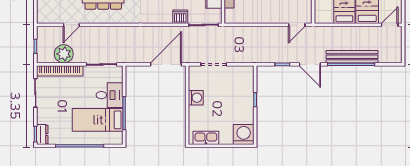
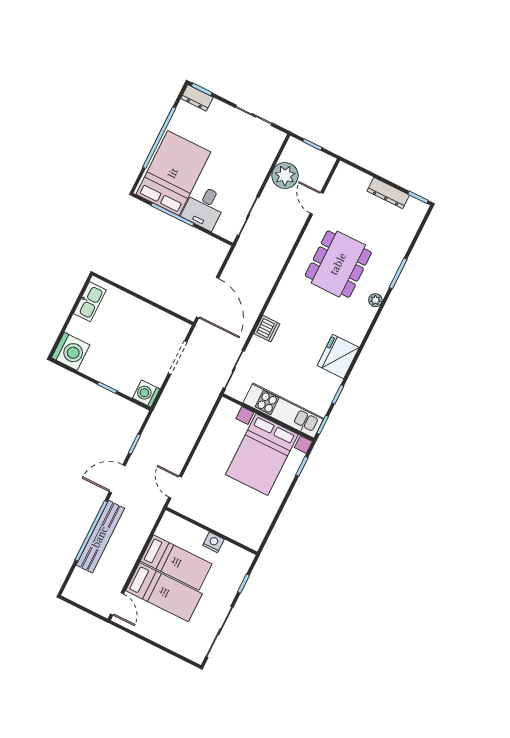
dishwasher: (180, 17) -> (267, 329), moved
bookcase: (60, 71) -> (266, 160), removed
washing machine: (196, 98) -> (146, 394), moved, turned 90
bed: (98, 120) -> (173, 173), width x1.50

